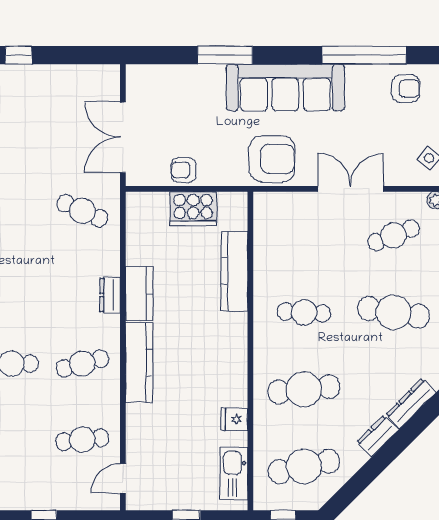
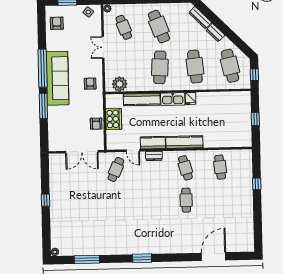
window: (364, 55) -> (43, 68), moved
armchair: (272, 159) -> (90, 84), width x0.53, depth x0.53
double door: (351, 189) -> (103, 47), width x0.73
plant: (269, 223) -> (120, 84), added
cafe table: (304, 312) -> (160, 67), width x1.37, depth x1.35
cafe table: (394, 312) -> (159, 27), turned -30
fridge: (234, 419) -> (191, 98), moved
kitchen sink: (234, 473) -> (173, 99), moved
door: (123, 478) -> (133, 151), moved

